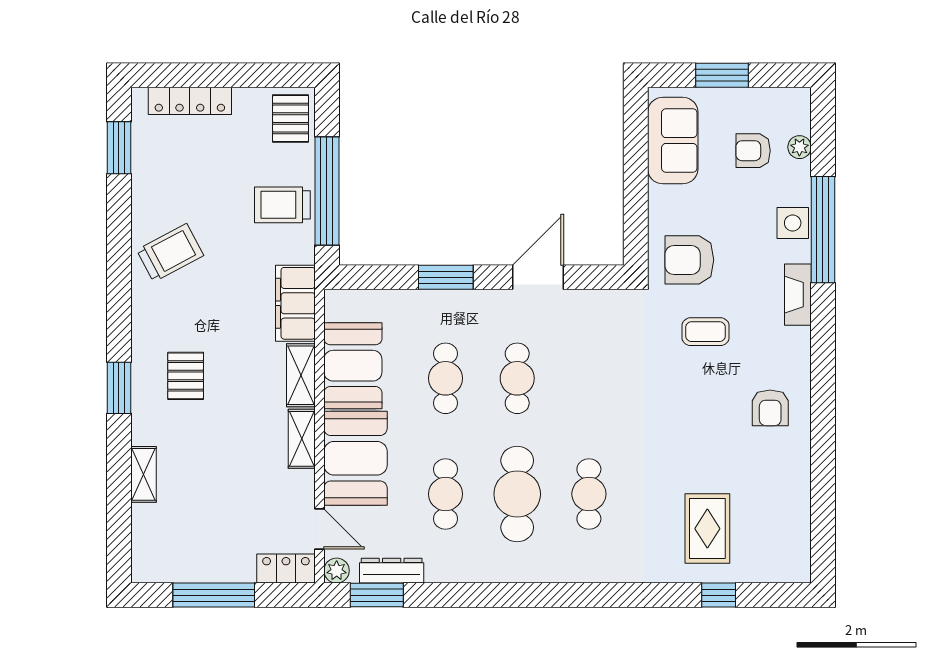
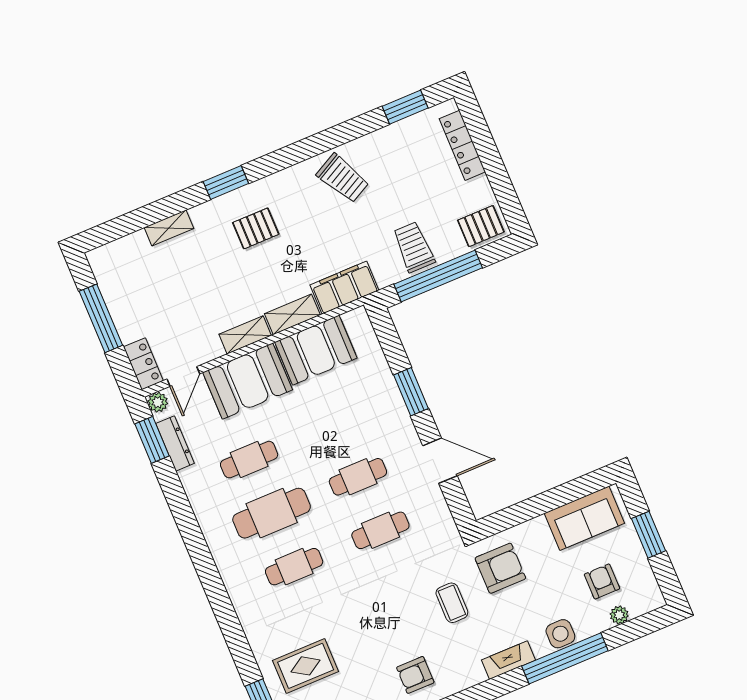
armchair: (689, 260) -> (500, 568), turned 90
cafe table: (445, 378) -> (380, 530), moved

